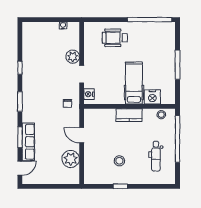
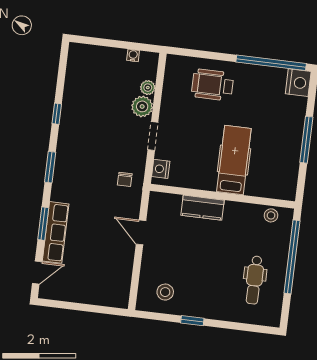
nightstand: (152, 97) -> (298, 83), moved, turned -90
kitchen counter: (129, 115) -> (203, 208), moved
plant: (71, 159) -> (148, 88), moved, width x0.53, depth x0.53
stool: (119, 161) -> (165, 292), moved

